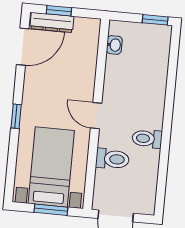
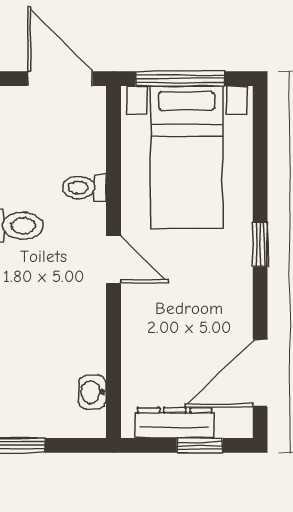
dresser: (52, 22) -> (175, 423), moved
toilet: (112, 159) -> (84, 188), width x0.73, depth x0.72
window: (51, 210) -> (180, 79), width x1.44

